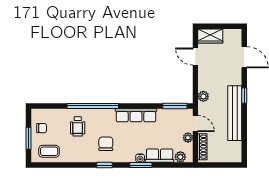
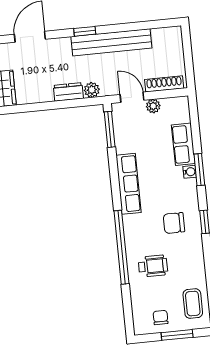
door: (195, 57) -> (36, 107), removed
dresser: (204, 80) -> (68, 92), added
door: (195, 124) -> (132, 97), hinge flipped
plant: (180, 157) -> (182, 114), removed

